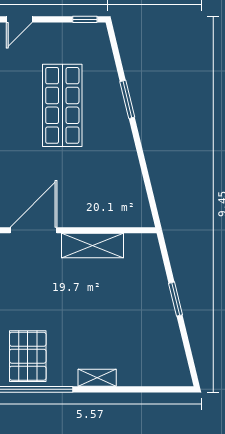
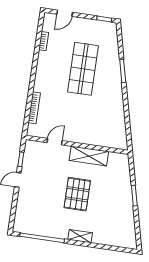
door: (34, 230) -> (55, 142), width x0.53
pallet: (28, 356) -> (77, 194), moved

